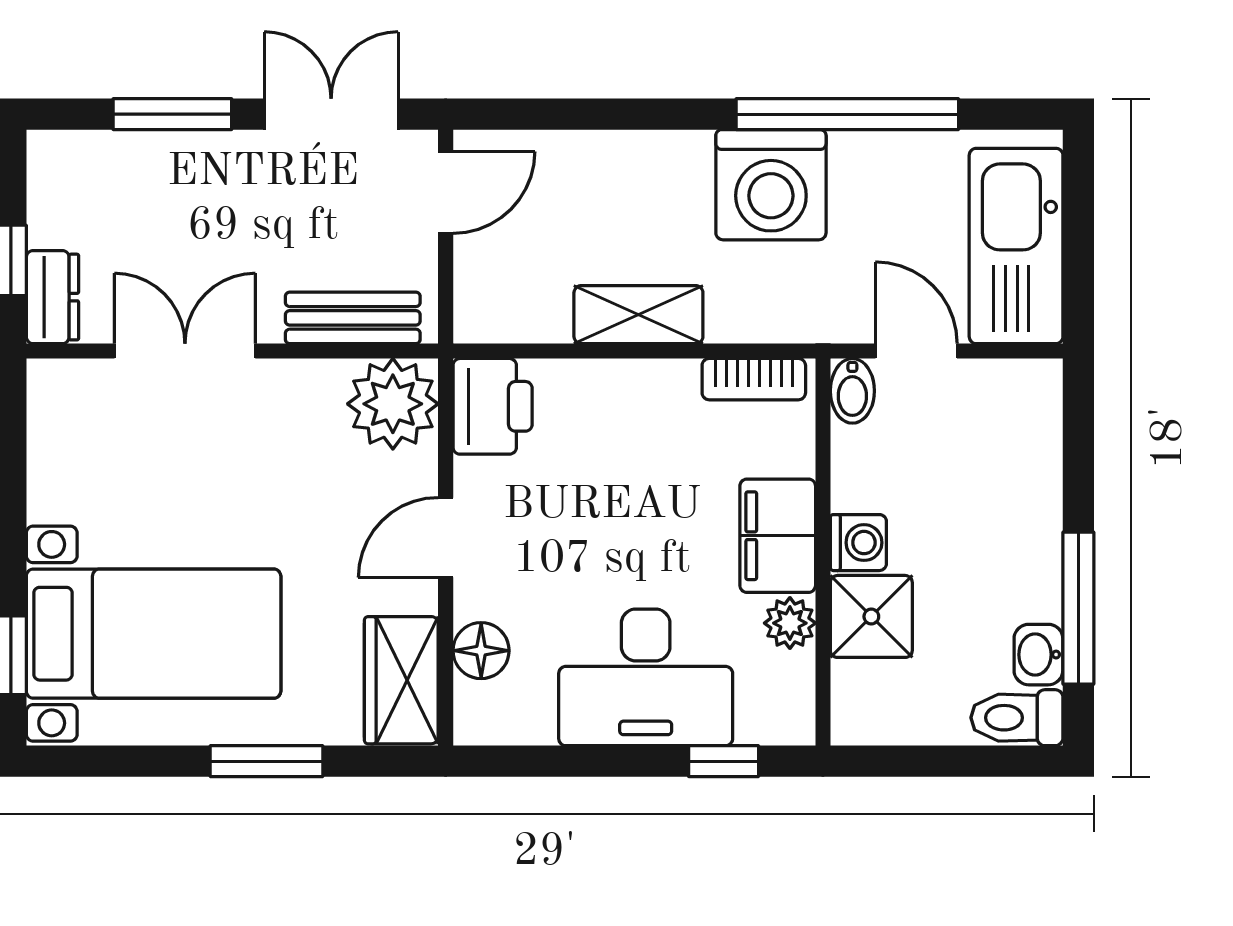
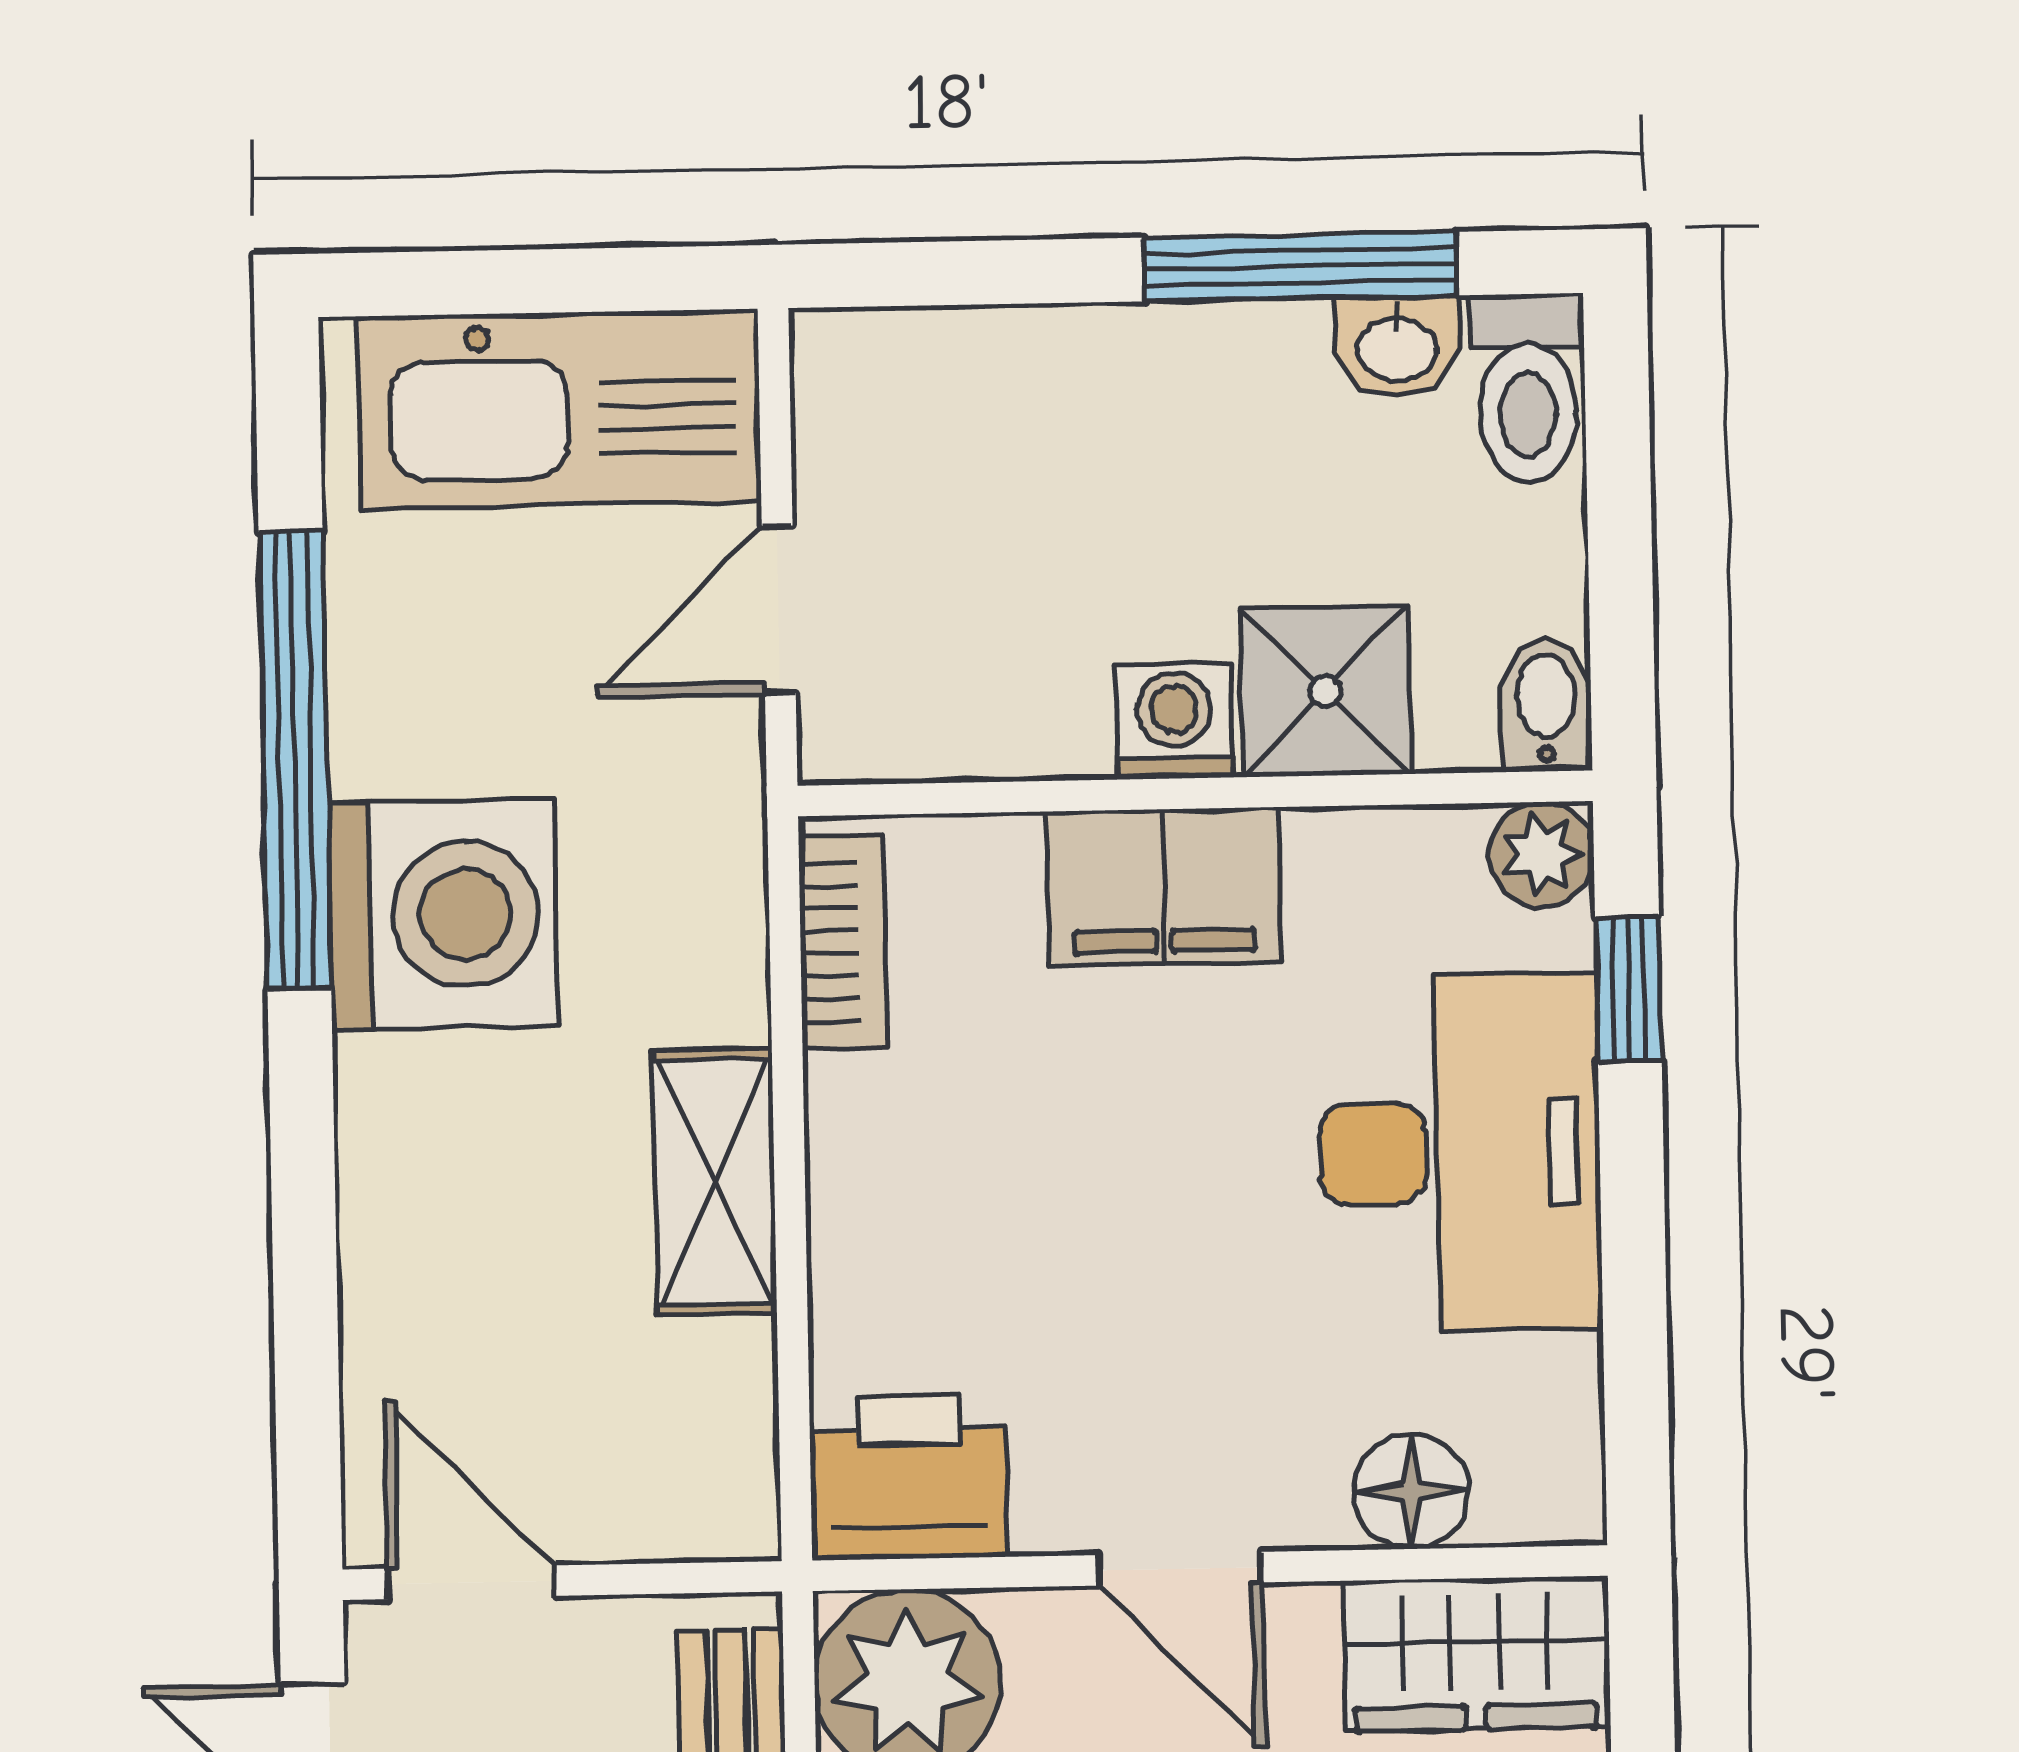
bidet: (852, 391) -> (1546, 705), moved, turned -90
plant: (790, 623) -> (1541, 855), moved

